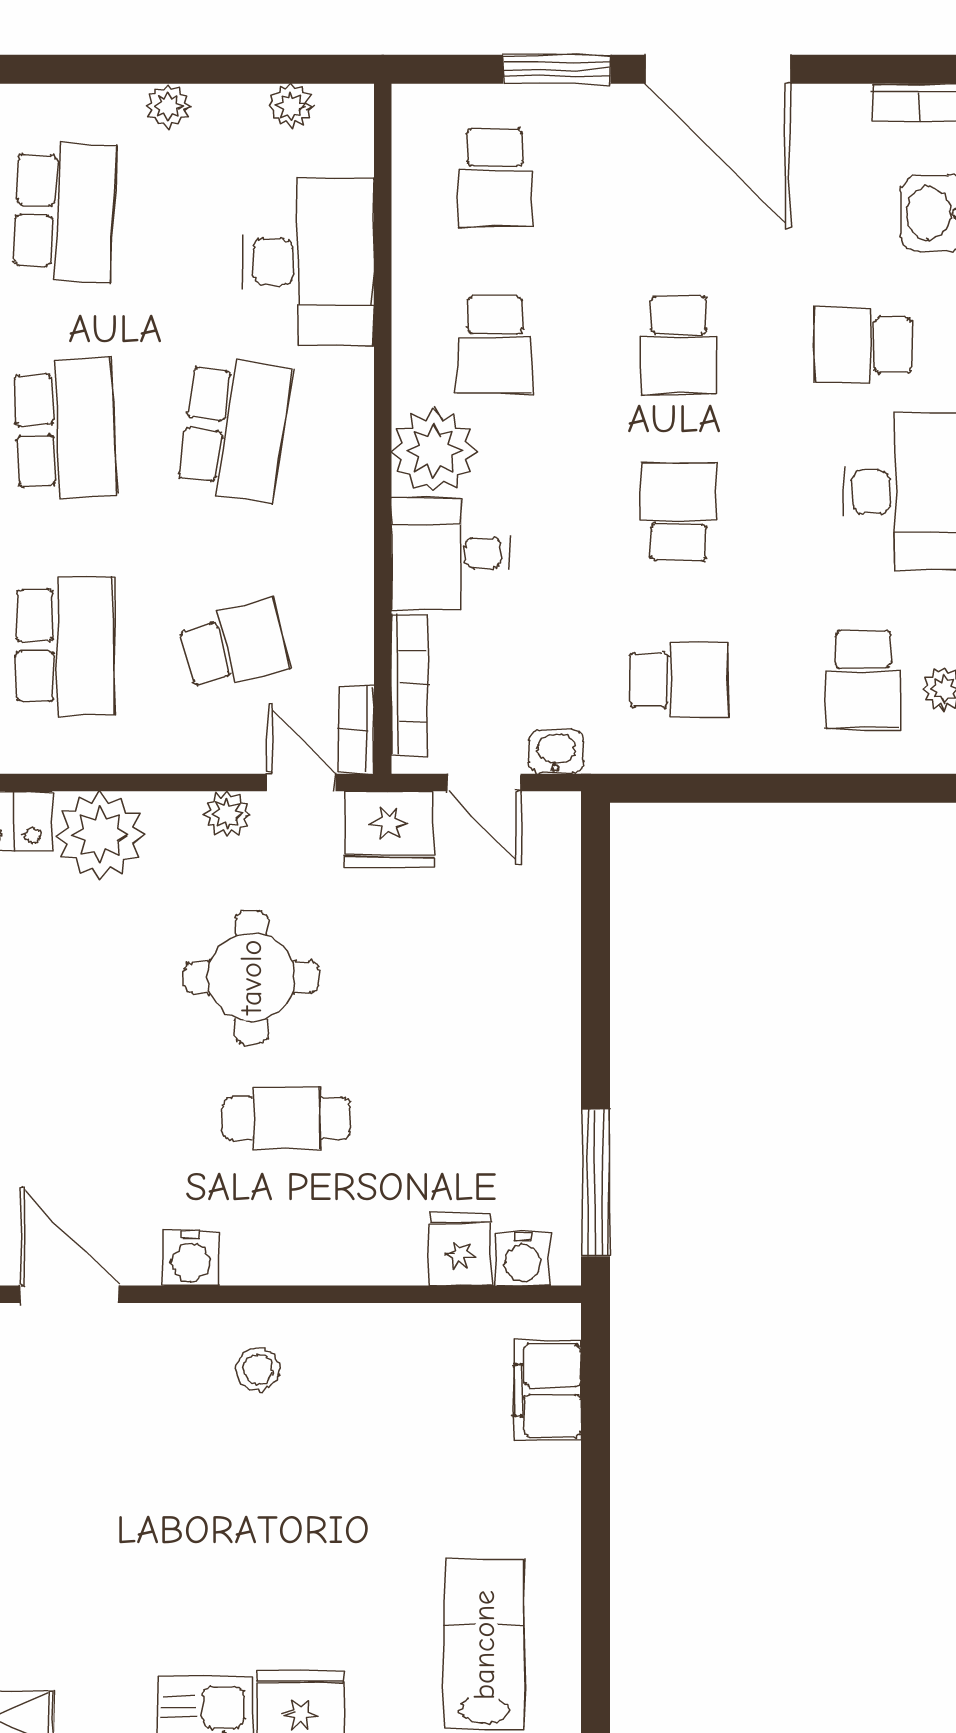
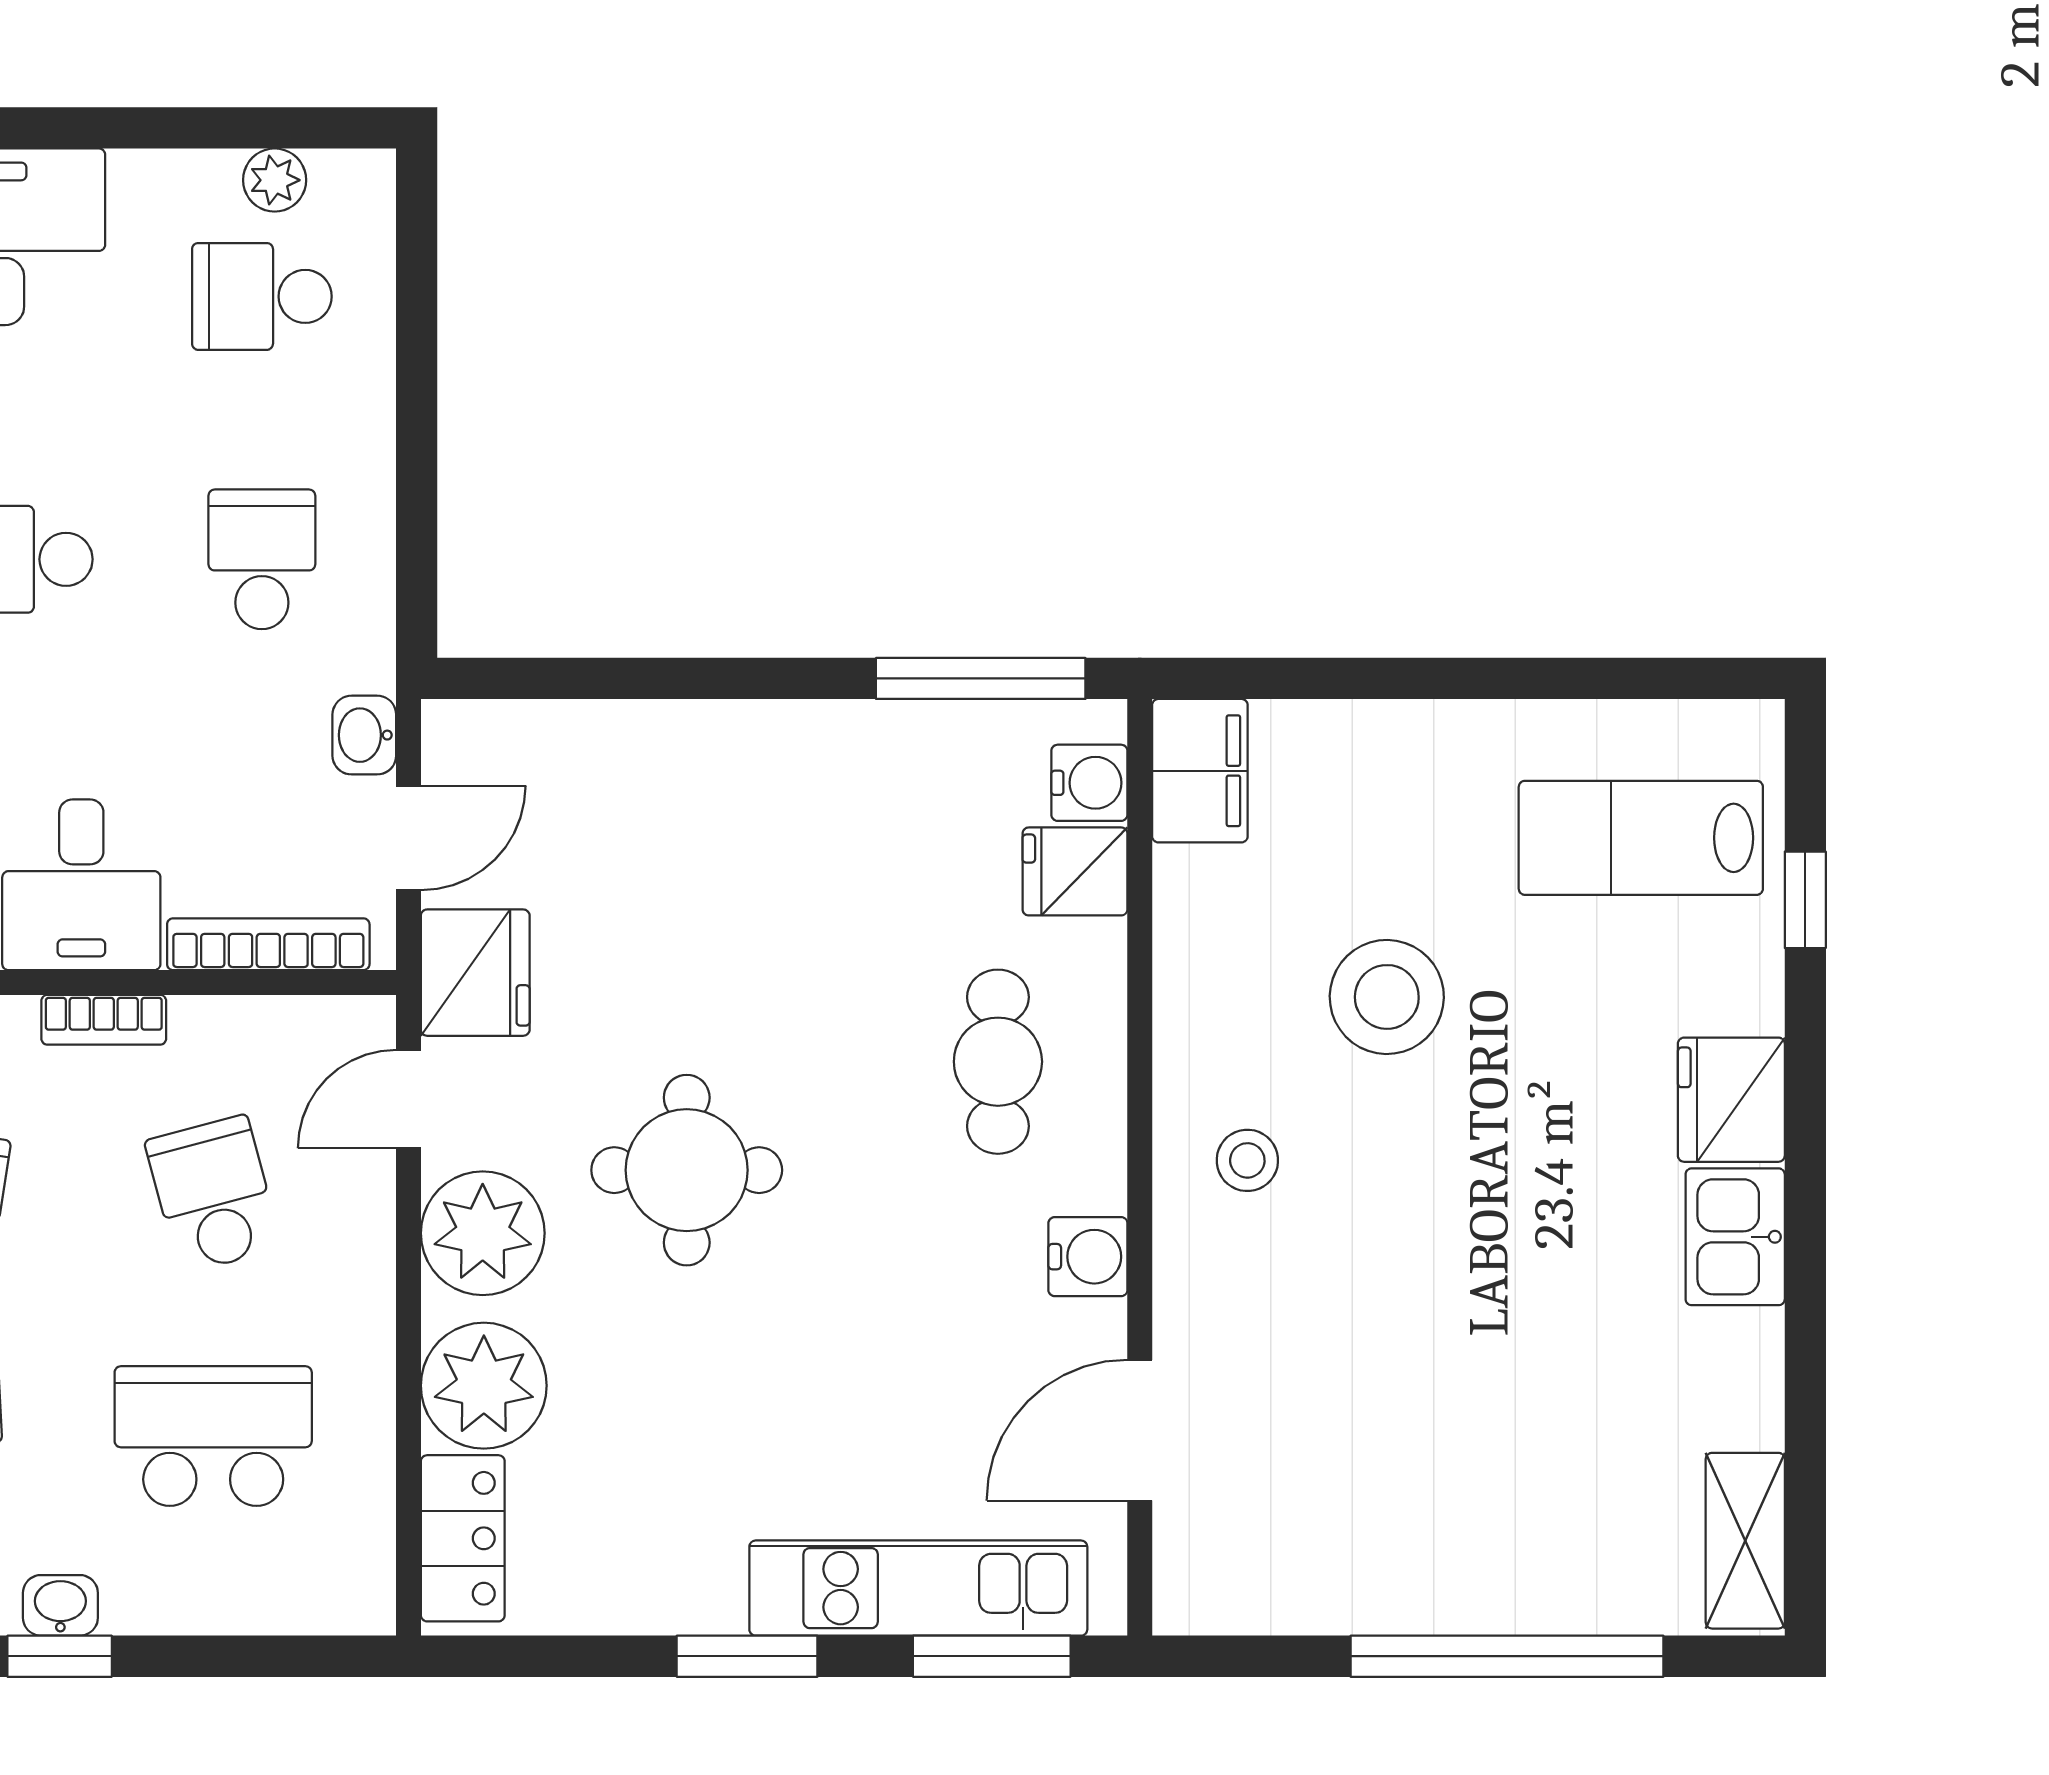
school desk: (863, 680) -> (262, 296), turned 180
bookcase: (357, 730) -> (104, 1020), moved
plant: (227, 814) -> (483, 1233), width x1.88, depth x1.88
cafe table: (286, 1118) -> (998, 1062), moved
filing cabinet: (548, 1391) -> (1200, 771), moved, turned -90
stool: (373, 1467) -> (1387, 997), added

